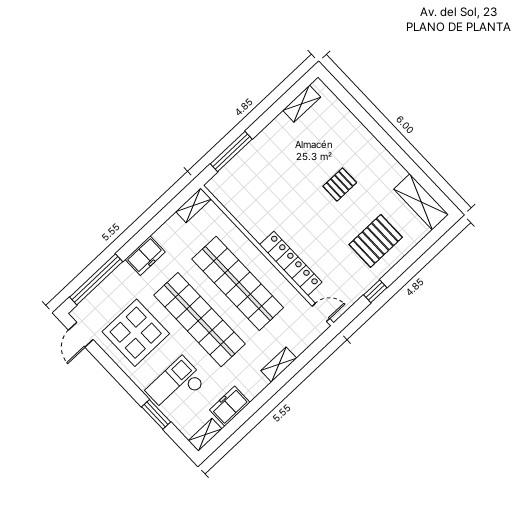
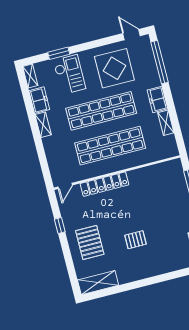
pallet: (340, 184) -> (136, 240), turned 90
shelving: (193, 205) -> (166, 123), moved
shelving: (279, 364) -> (43, 125), moved

